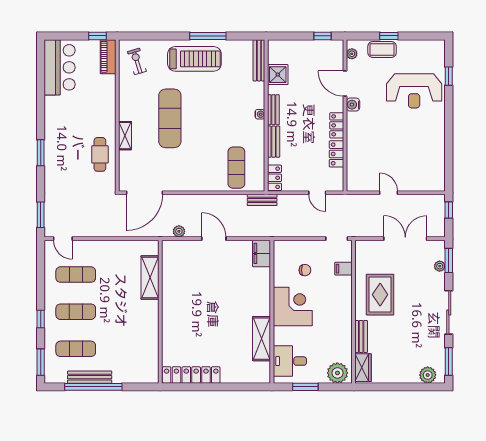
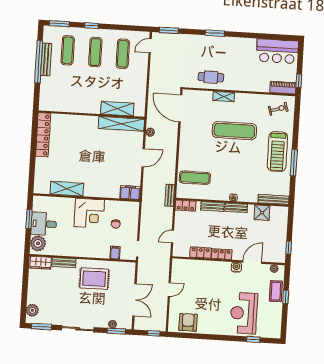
armchair: (431, 165) -> (188, 322), added
shelving: (170, 271) -> (121, 124), added
desk: (290, 361) -> (44, 224), moved, turned -90

